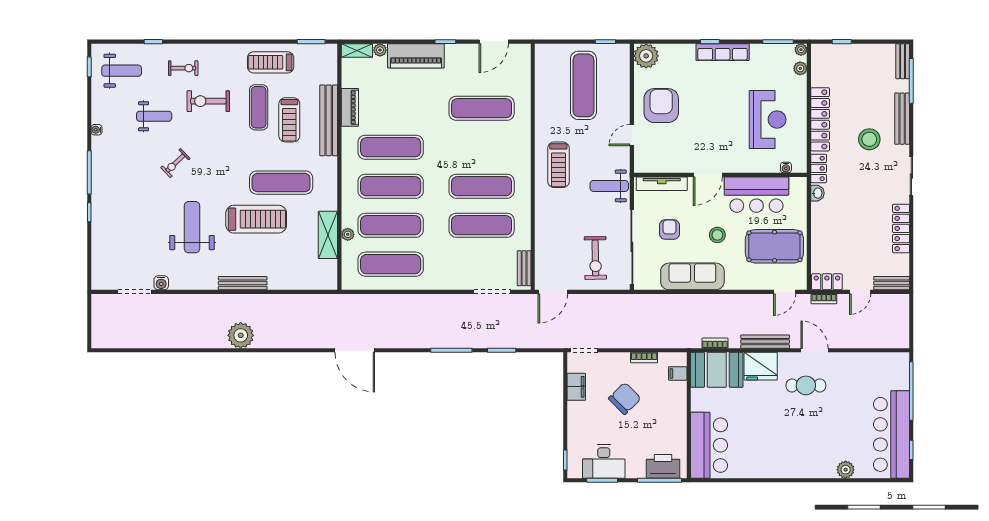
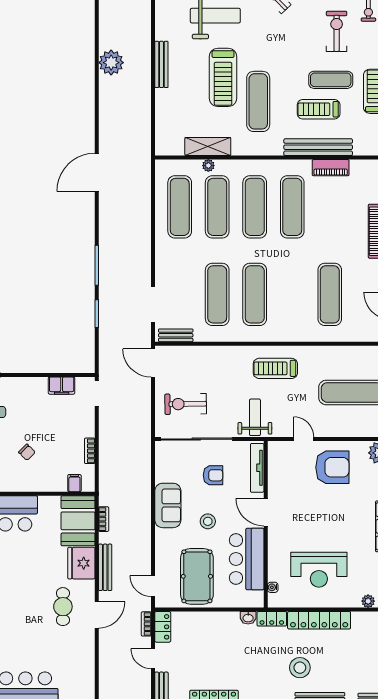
sofa: (692, 276) -> (168, 505), width x0.73
chair: (625, 398) -> (27, 452), moved, width x0.54, depth x0.54

